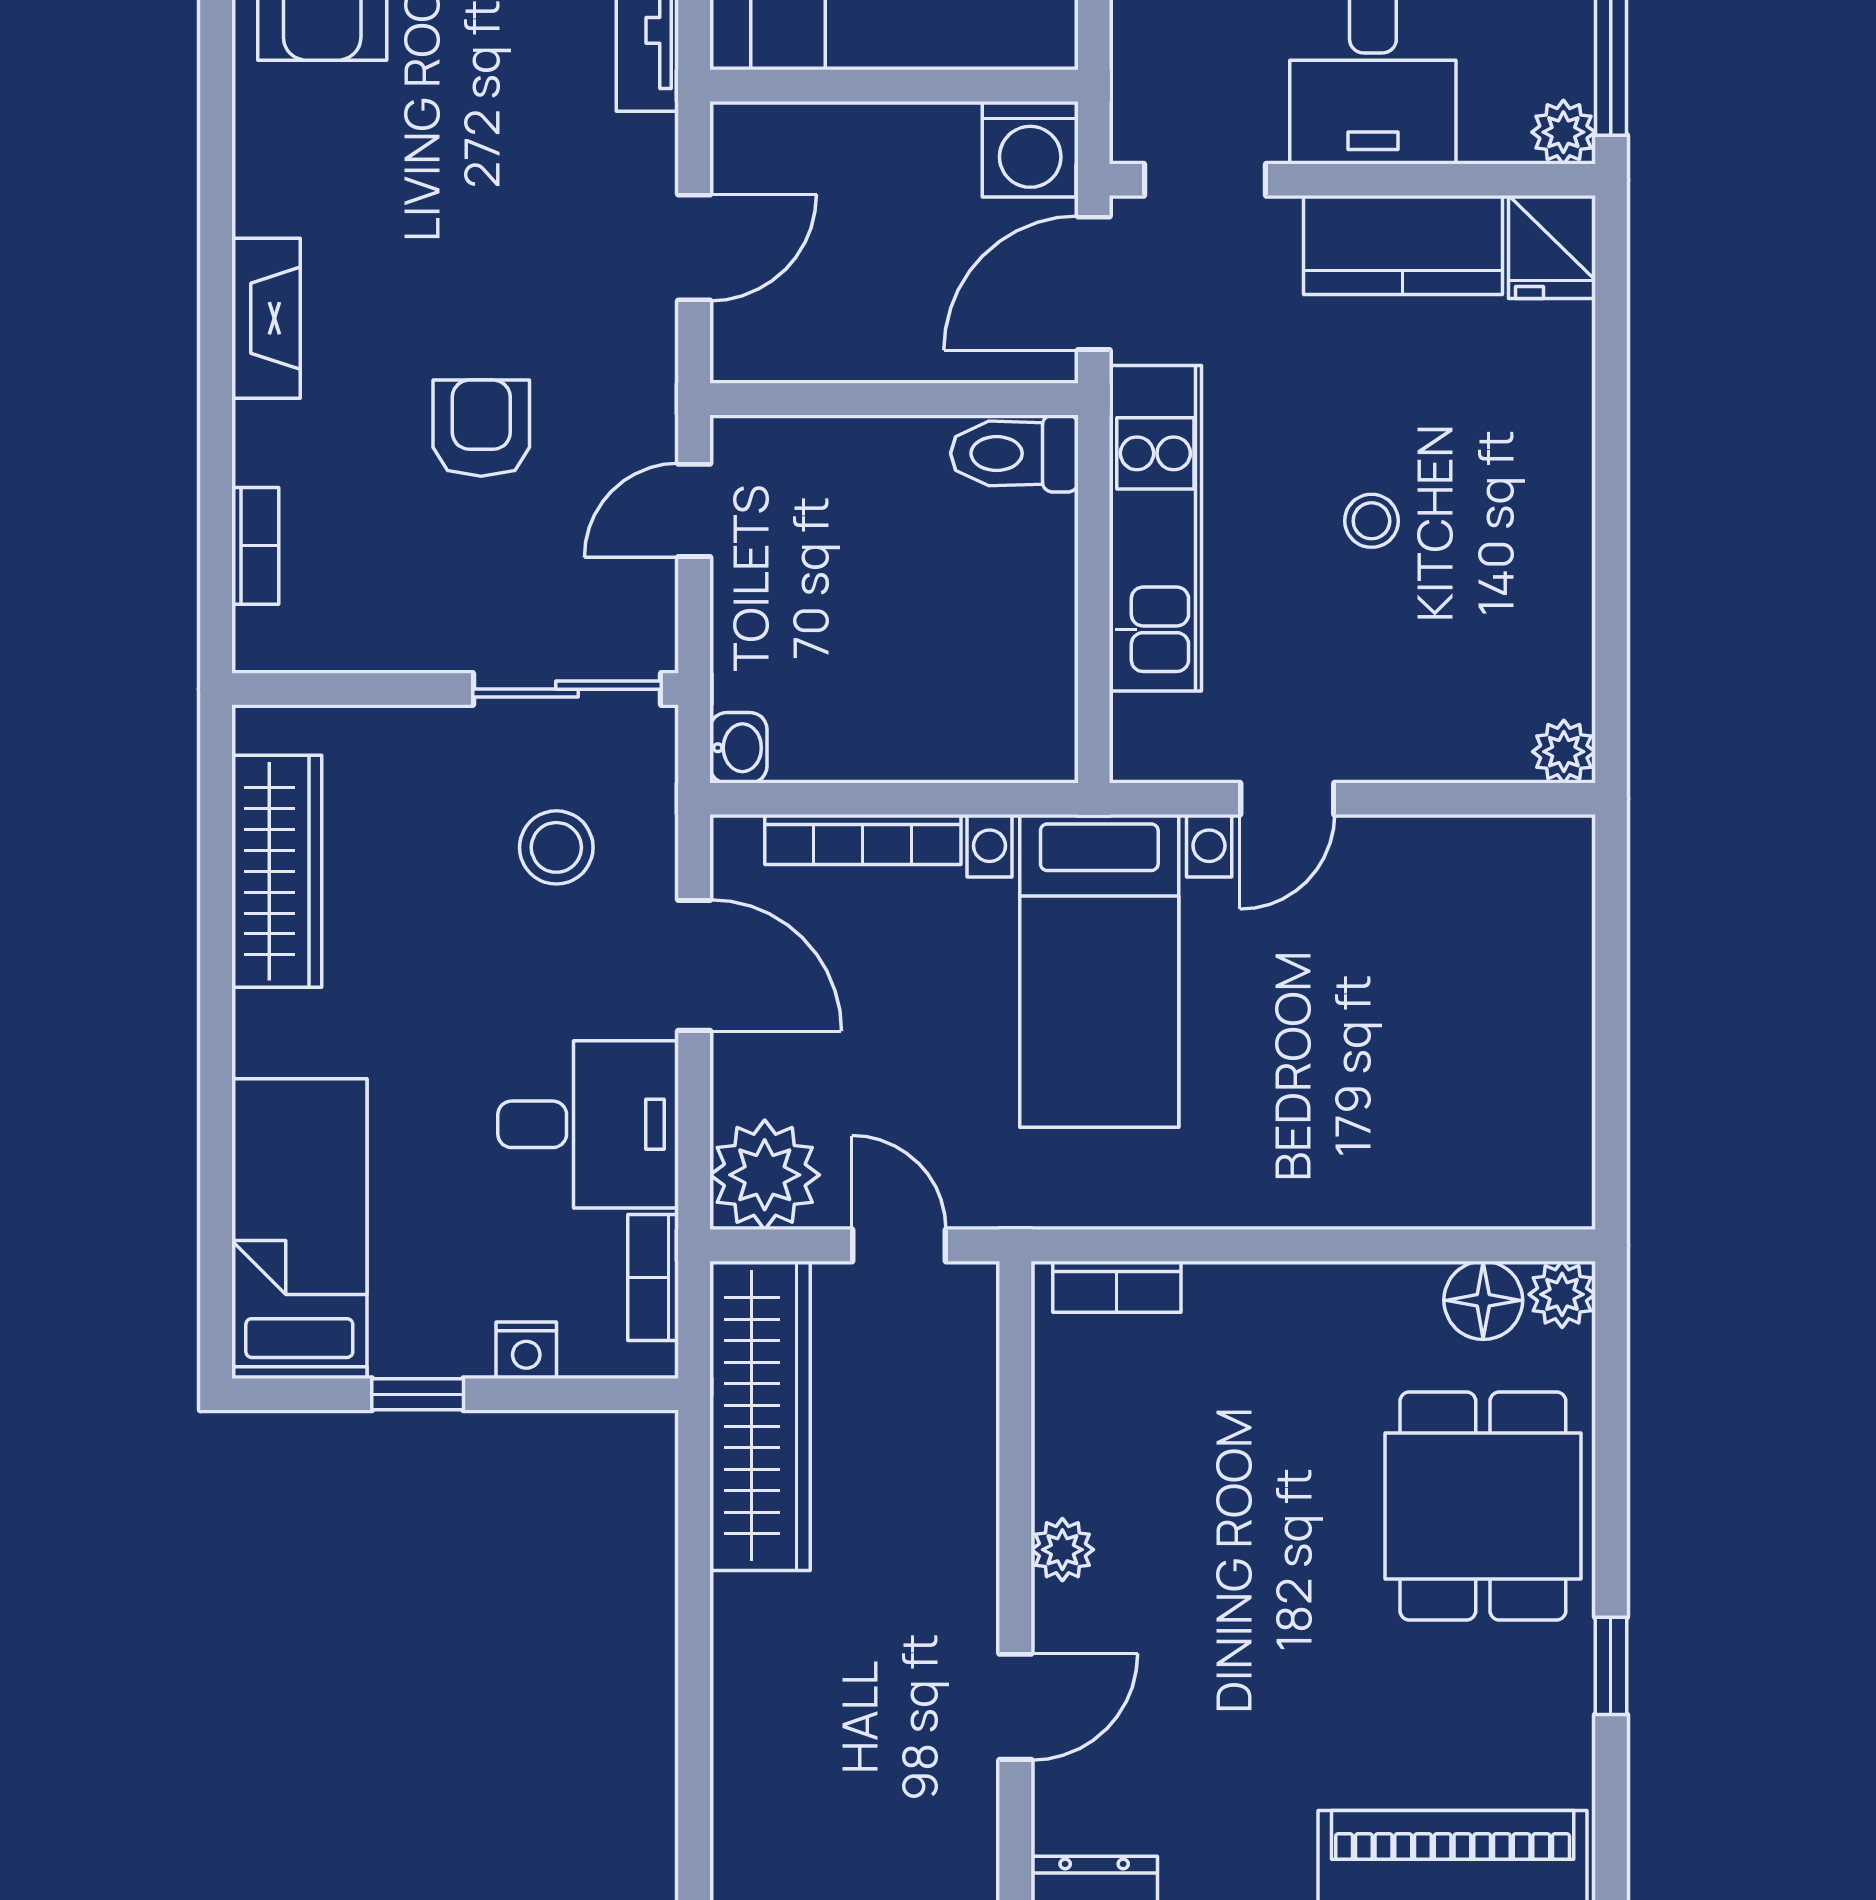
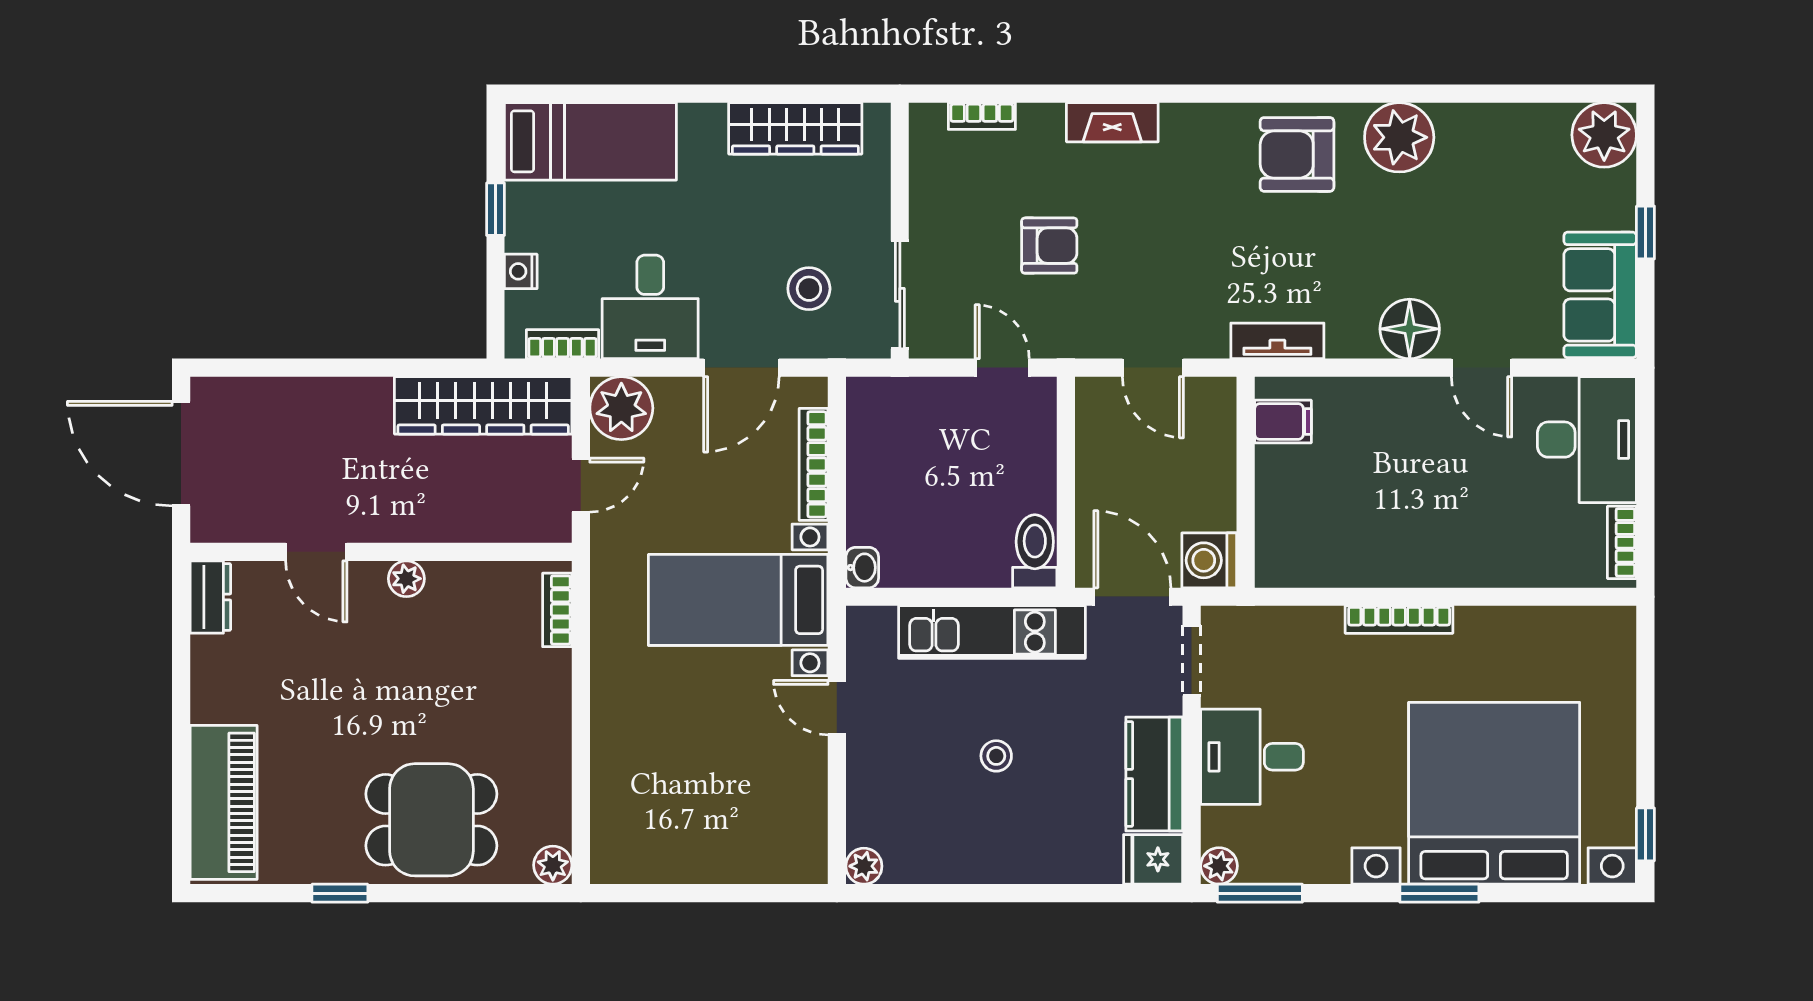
washbasin: (738, 748) -> (862, 568), moved, turned -90
floor lamp: (1483, 1300) -> (549, 820), removed

